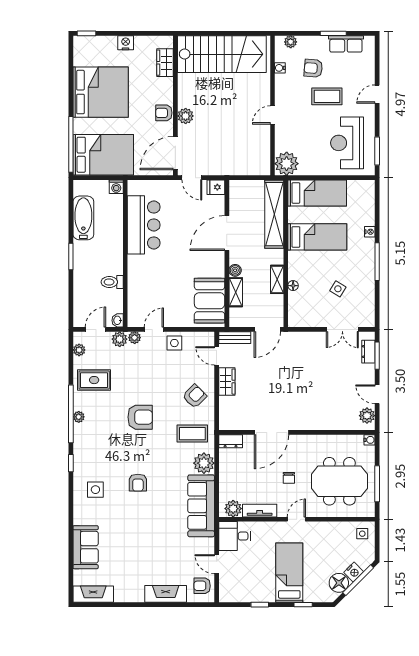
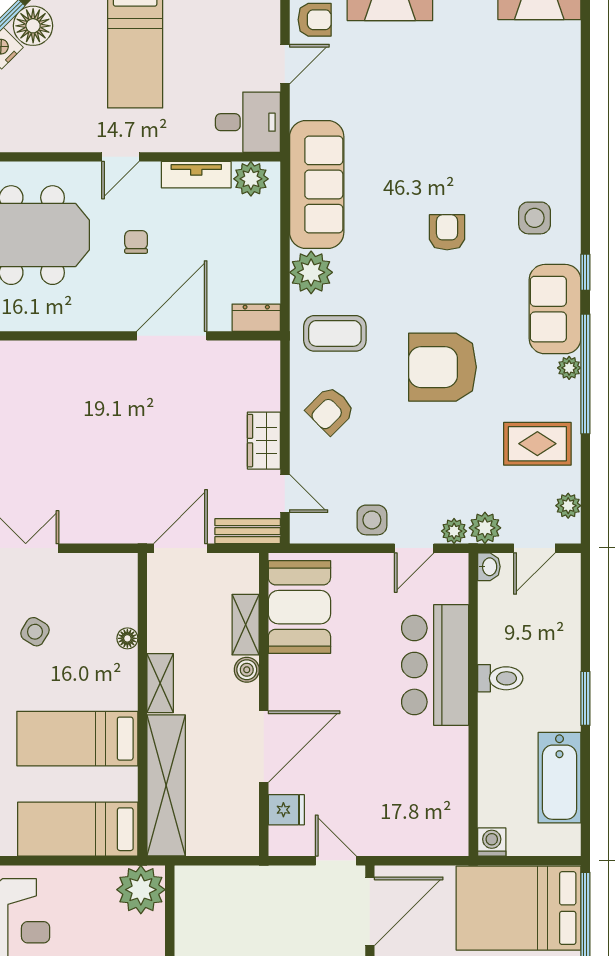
fridge: (216, 187) -> (286, 810), moved
bar counter: (144, 225) -> (435, 665), moved
shelving: (277, 279) -> (160, 683), moved
toilet: (112, 282) -> (500, 678), moved
armchair: (140, 417) -> (442, 367), width x1.36, depth x1.36
sofa: (86, 547) -> (555, 309), moved
door: (217, 564) -> (285, 64), hinge flipped

